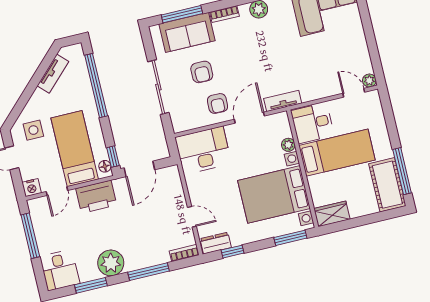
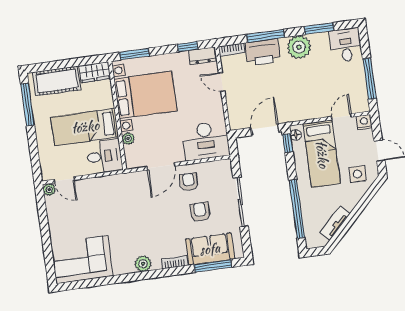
tv unit: (283, 101) -> (129, 179), removed
cot: (387, 185) -> (57, 81), moved, turned 90
printer: (96, 197) -> (263, 52), moved, turned 180

